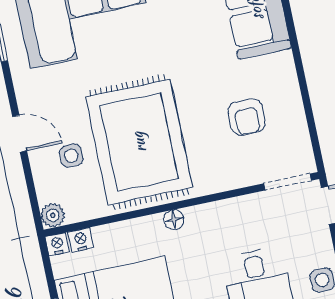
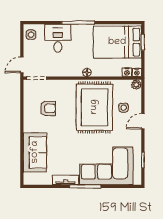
armchair: (247, 117) -> (48, 108), turned 90
door: (20, 134) -> (143, 121), hinge flipped

